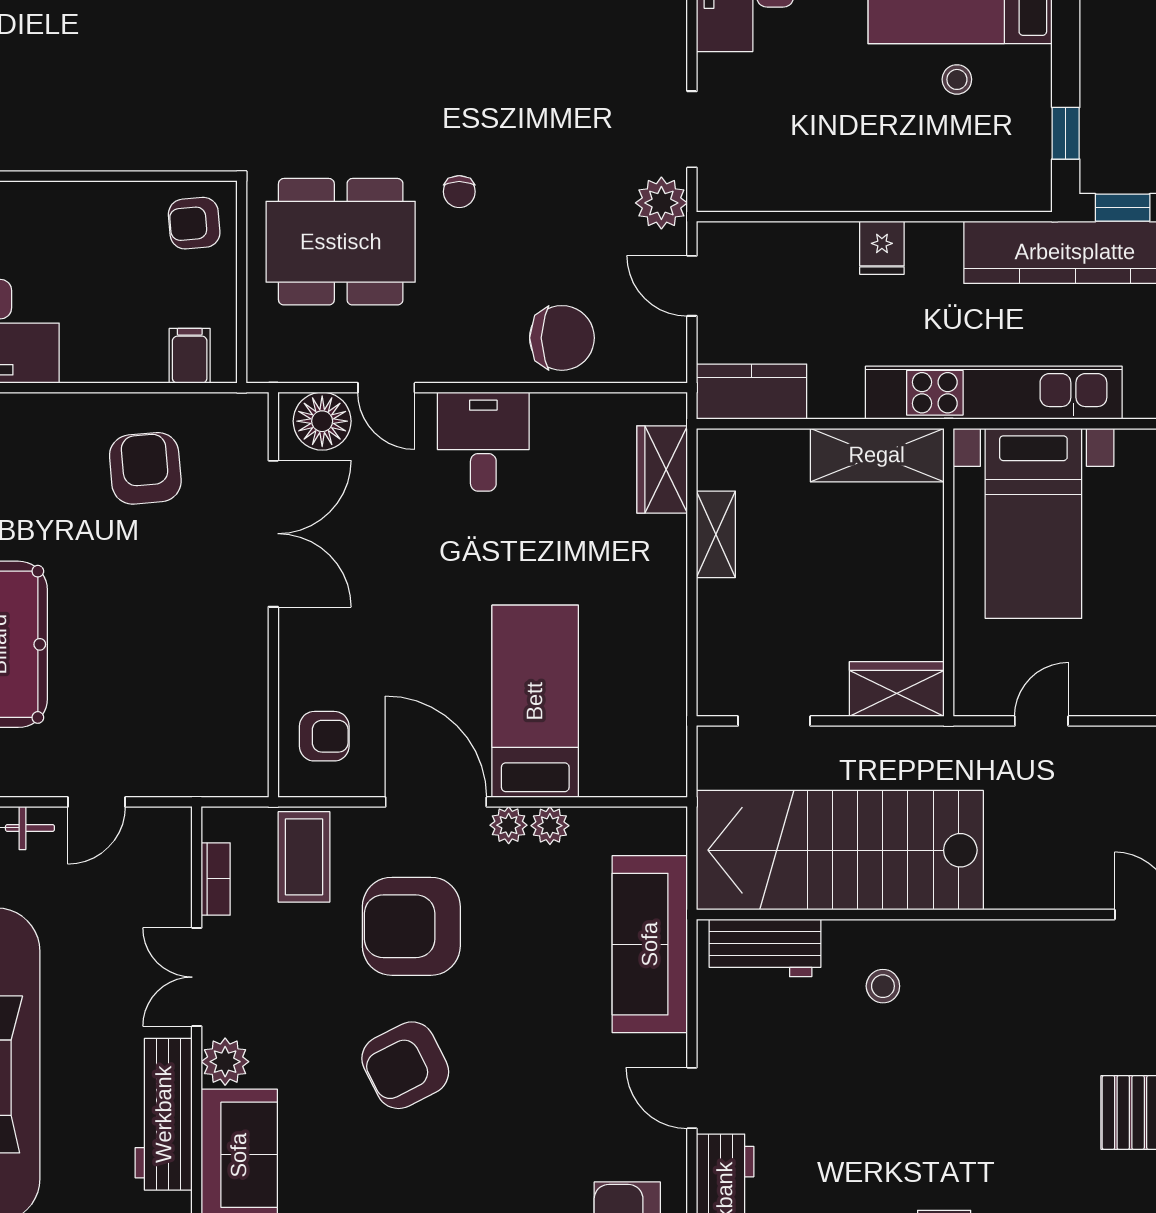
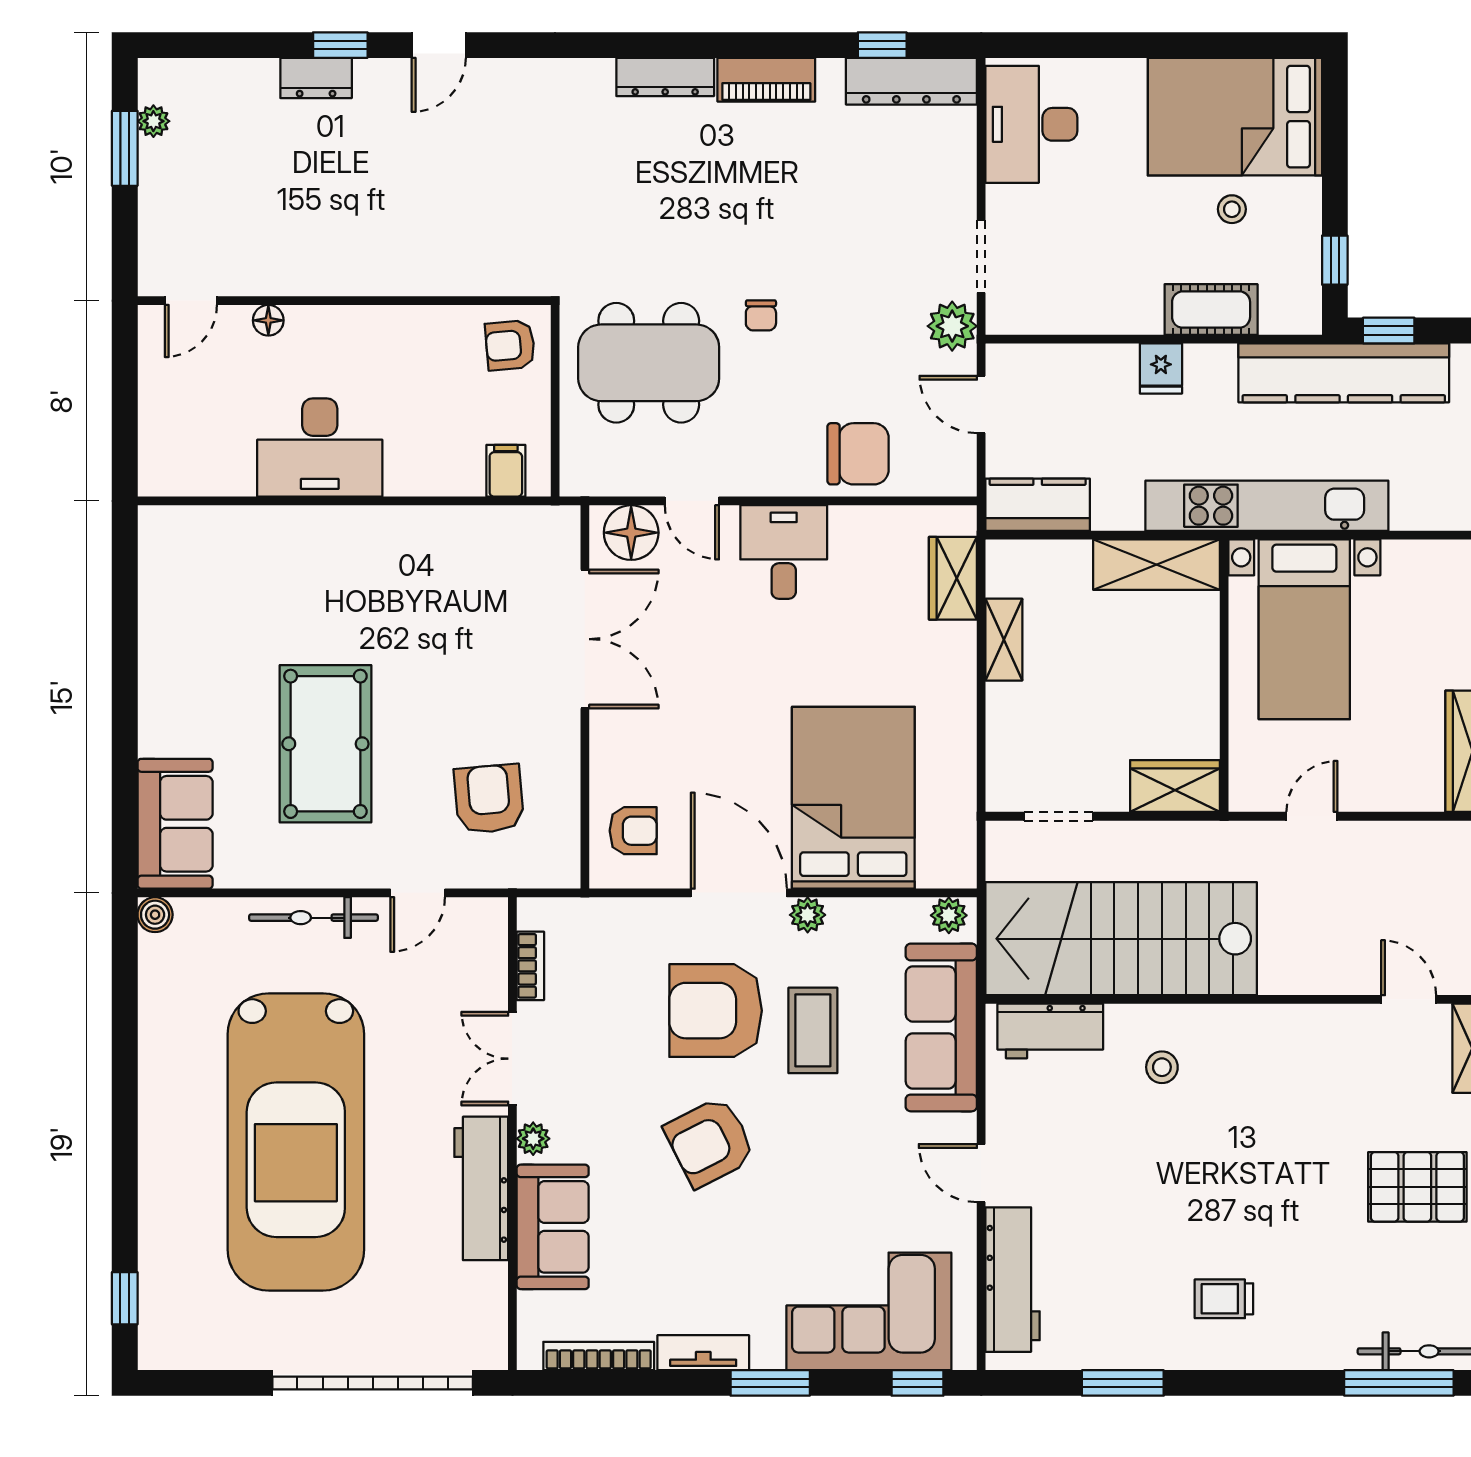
cot: (935, 185) -> (1211, 310), added
armchair: (145, 468) -> (489, 799), moved
bed: (535, 701) -> (853, 798), width x1.50
plant: (550, 826) -> (949, 915), moved
coffee table: (304, 857) -> (813, 1030), moved
plant: (225, 1062) -> (533, 1139), width x0.73, depth x0.73

